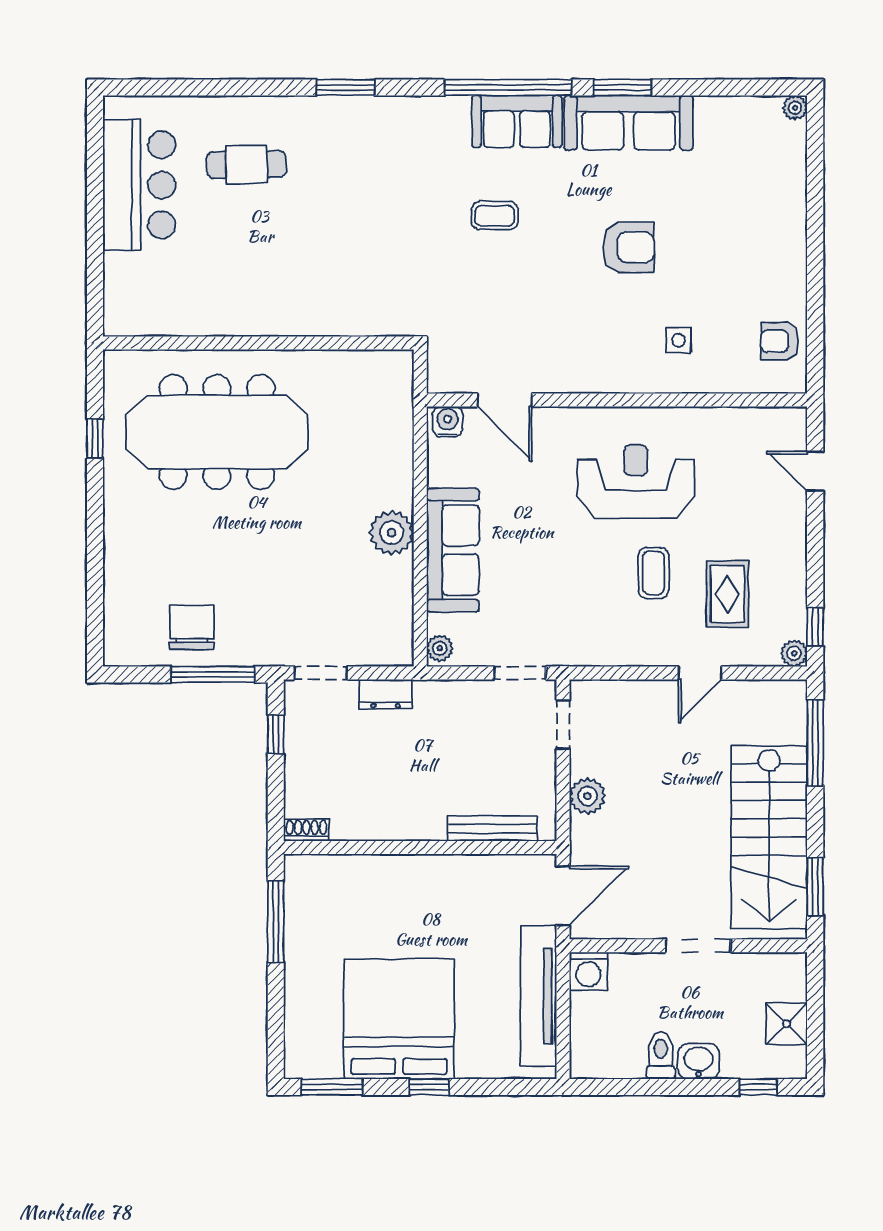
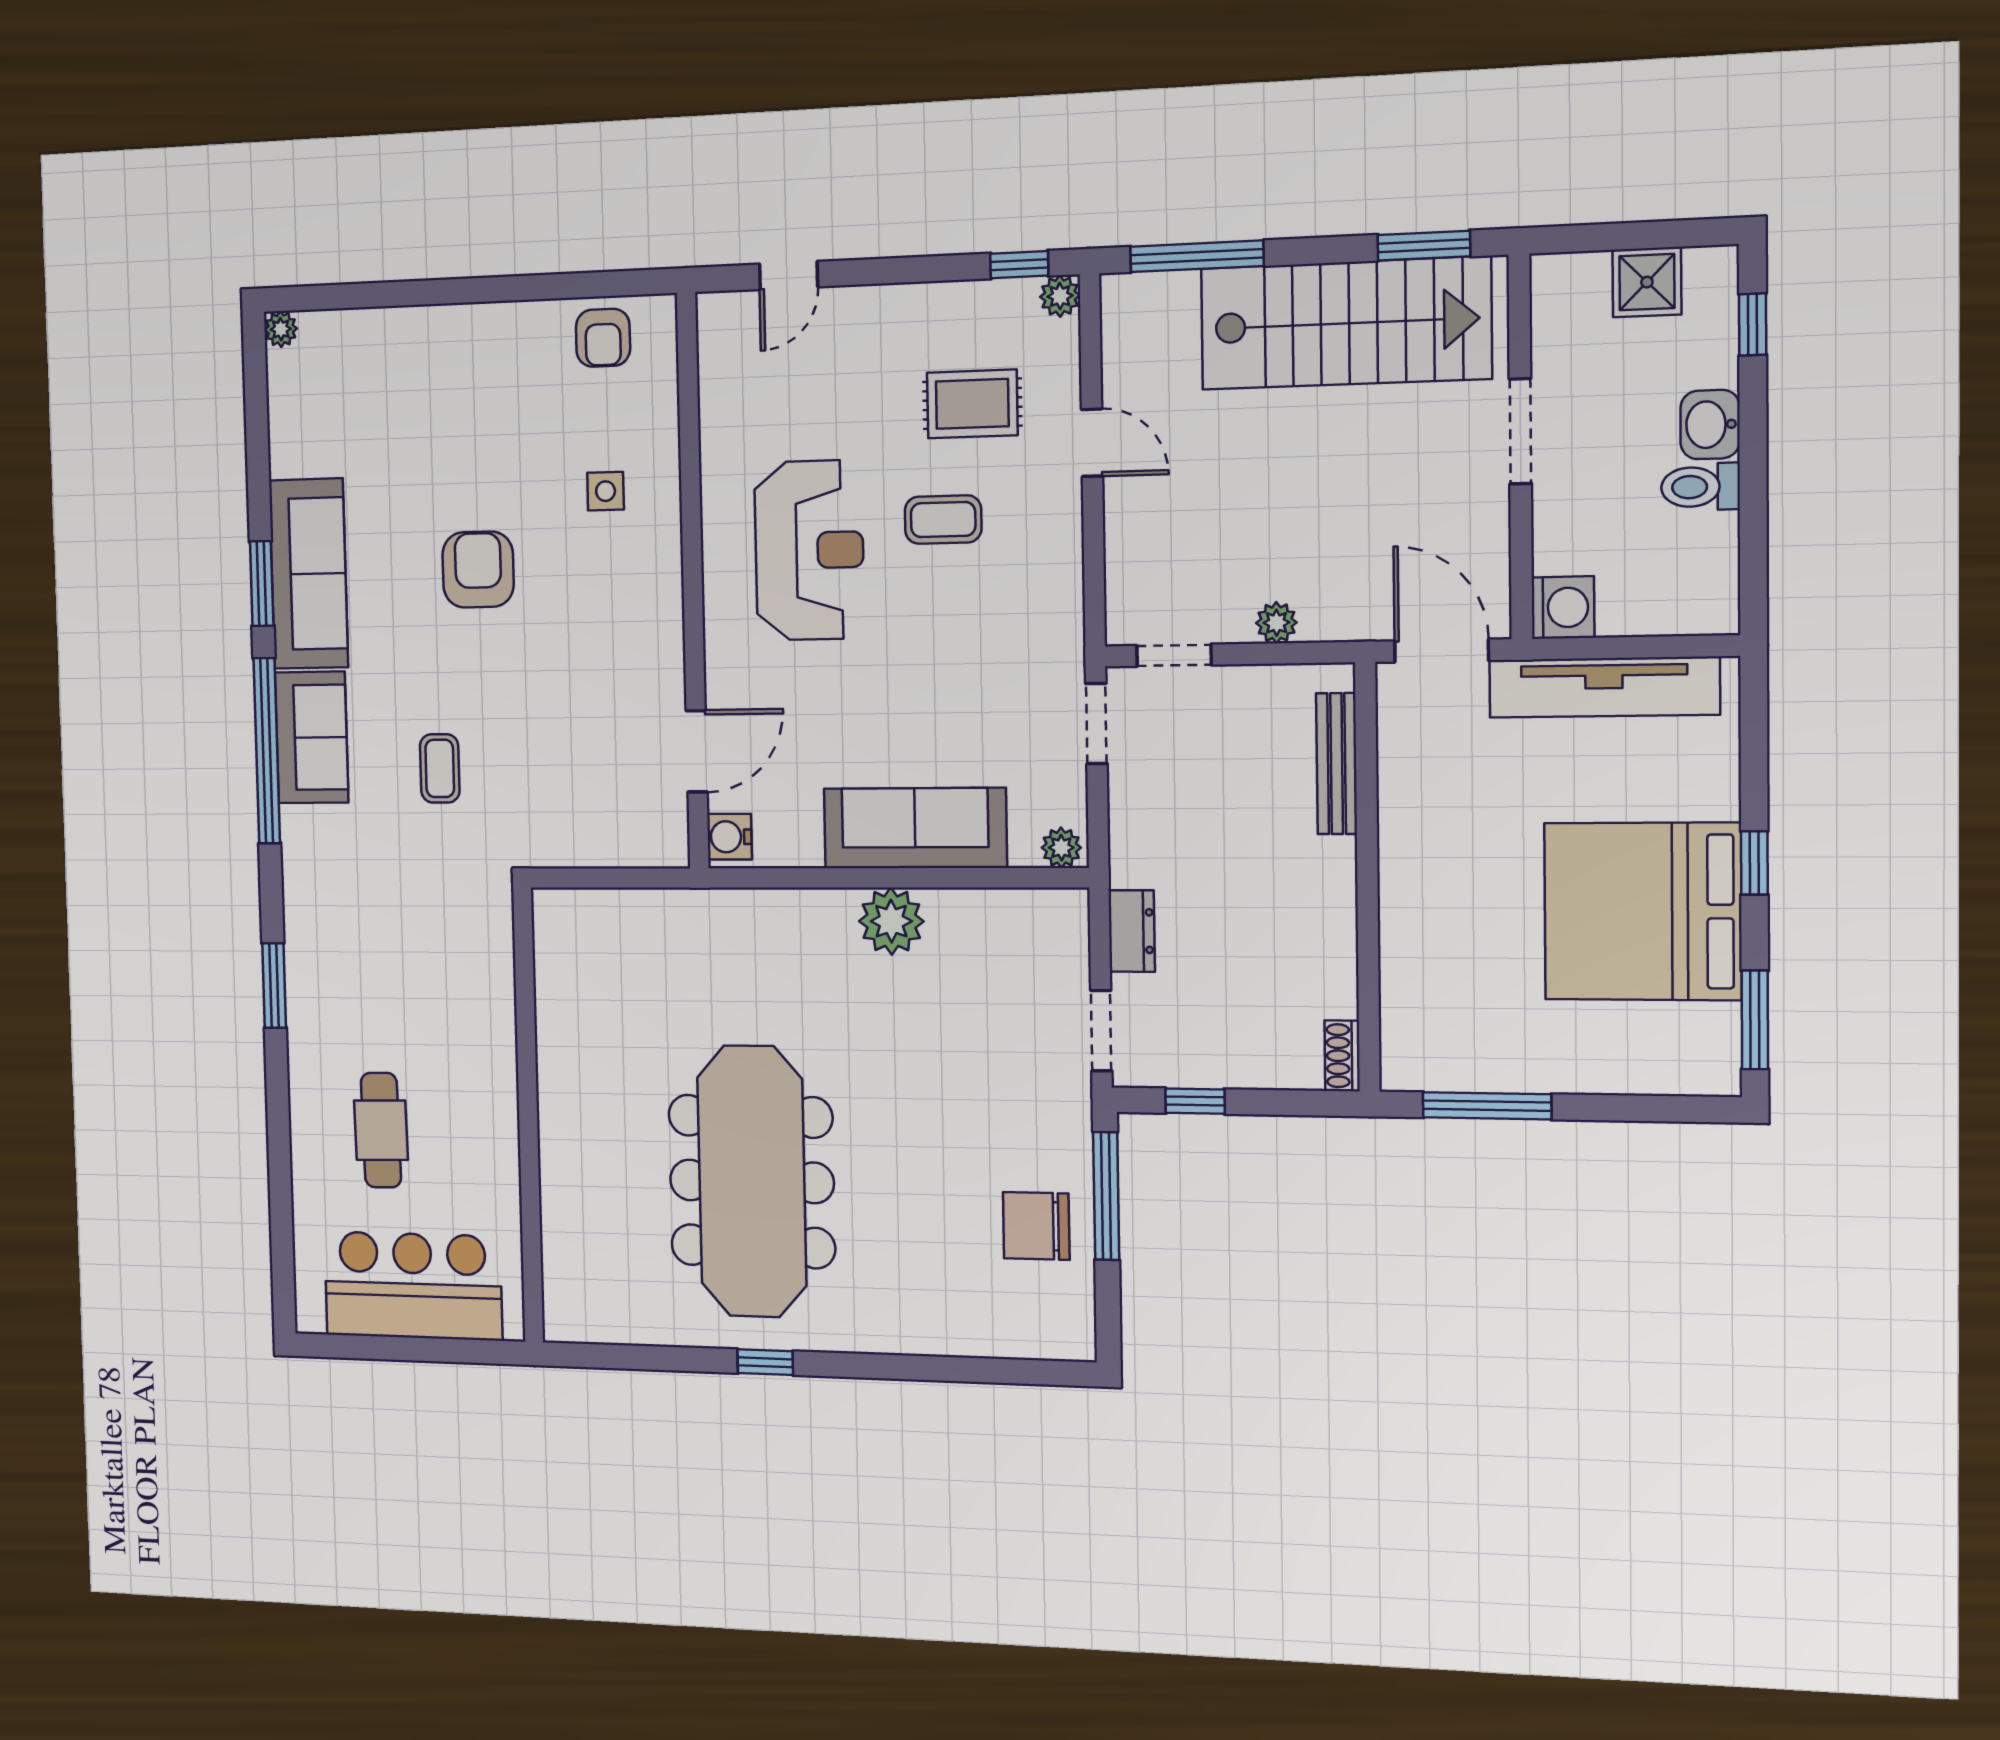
wall: (258, 343) -> (528, 1116), moved
reception desk: (636, 481) -> (809, 550), turned 180
plant: (587, 796) -> (1276, 623), width x0.73, depth x0.73

